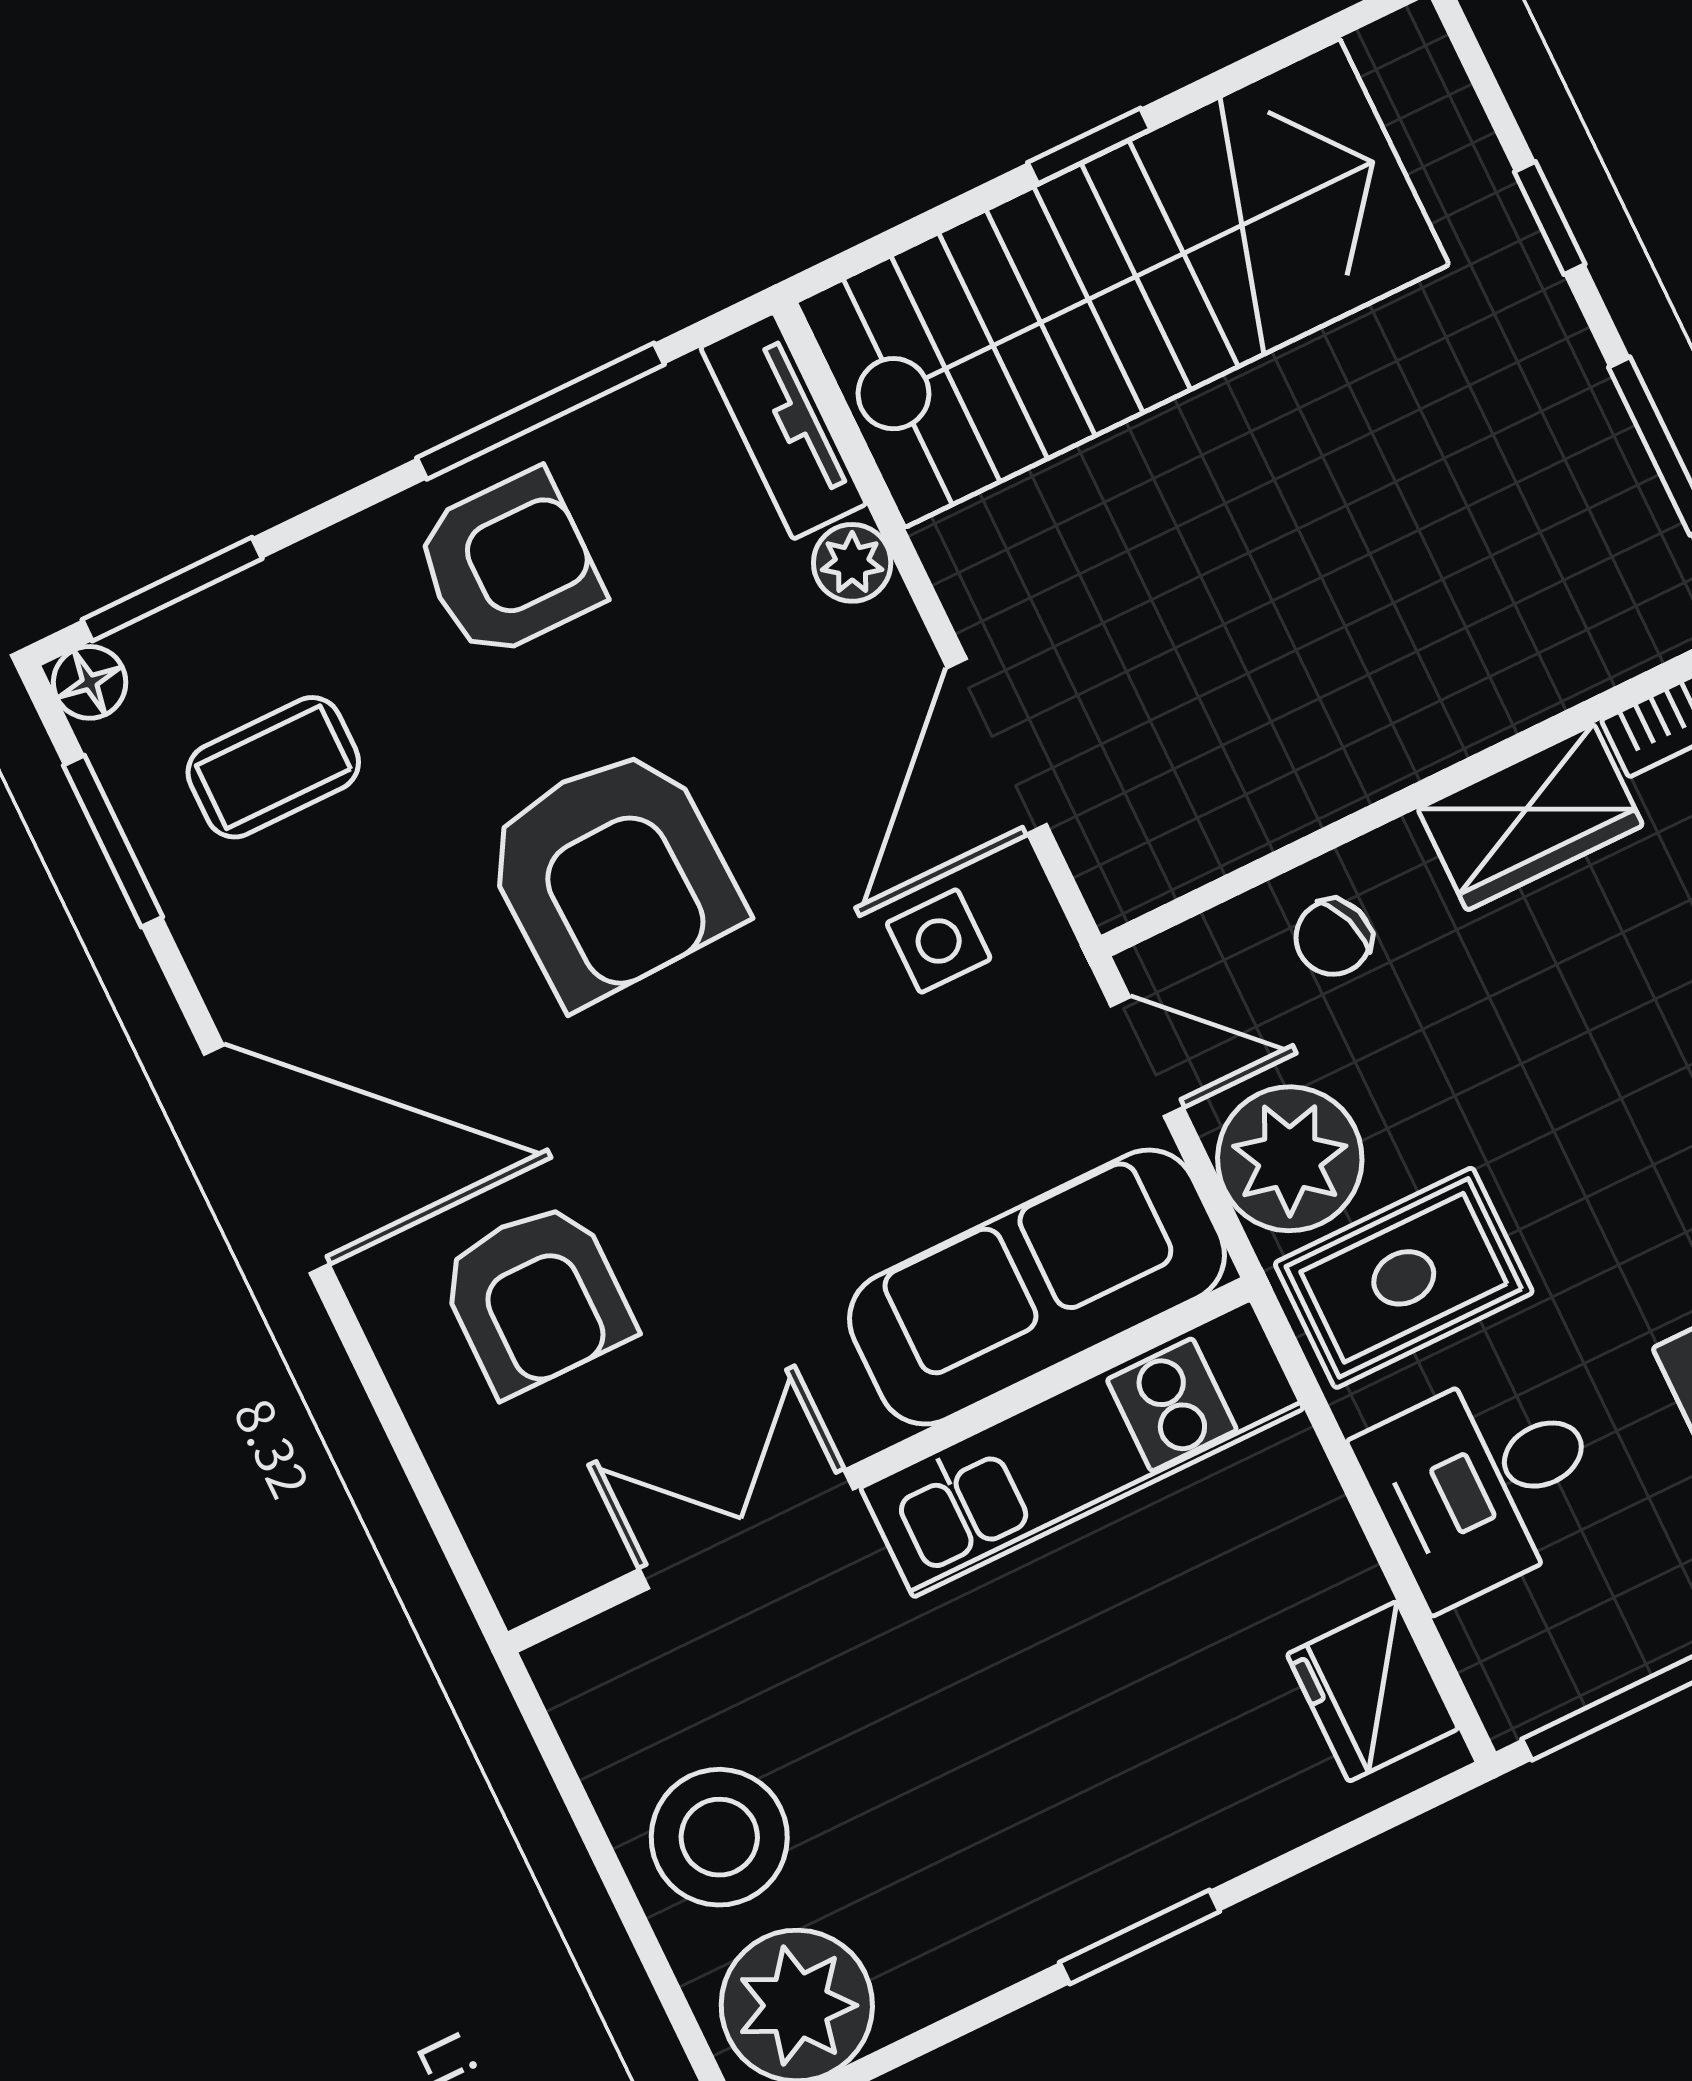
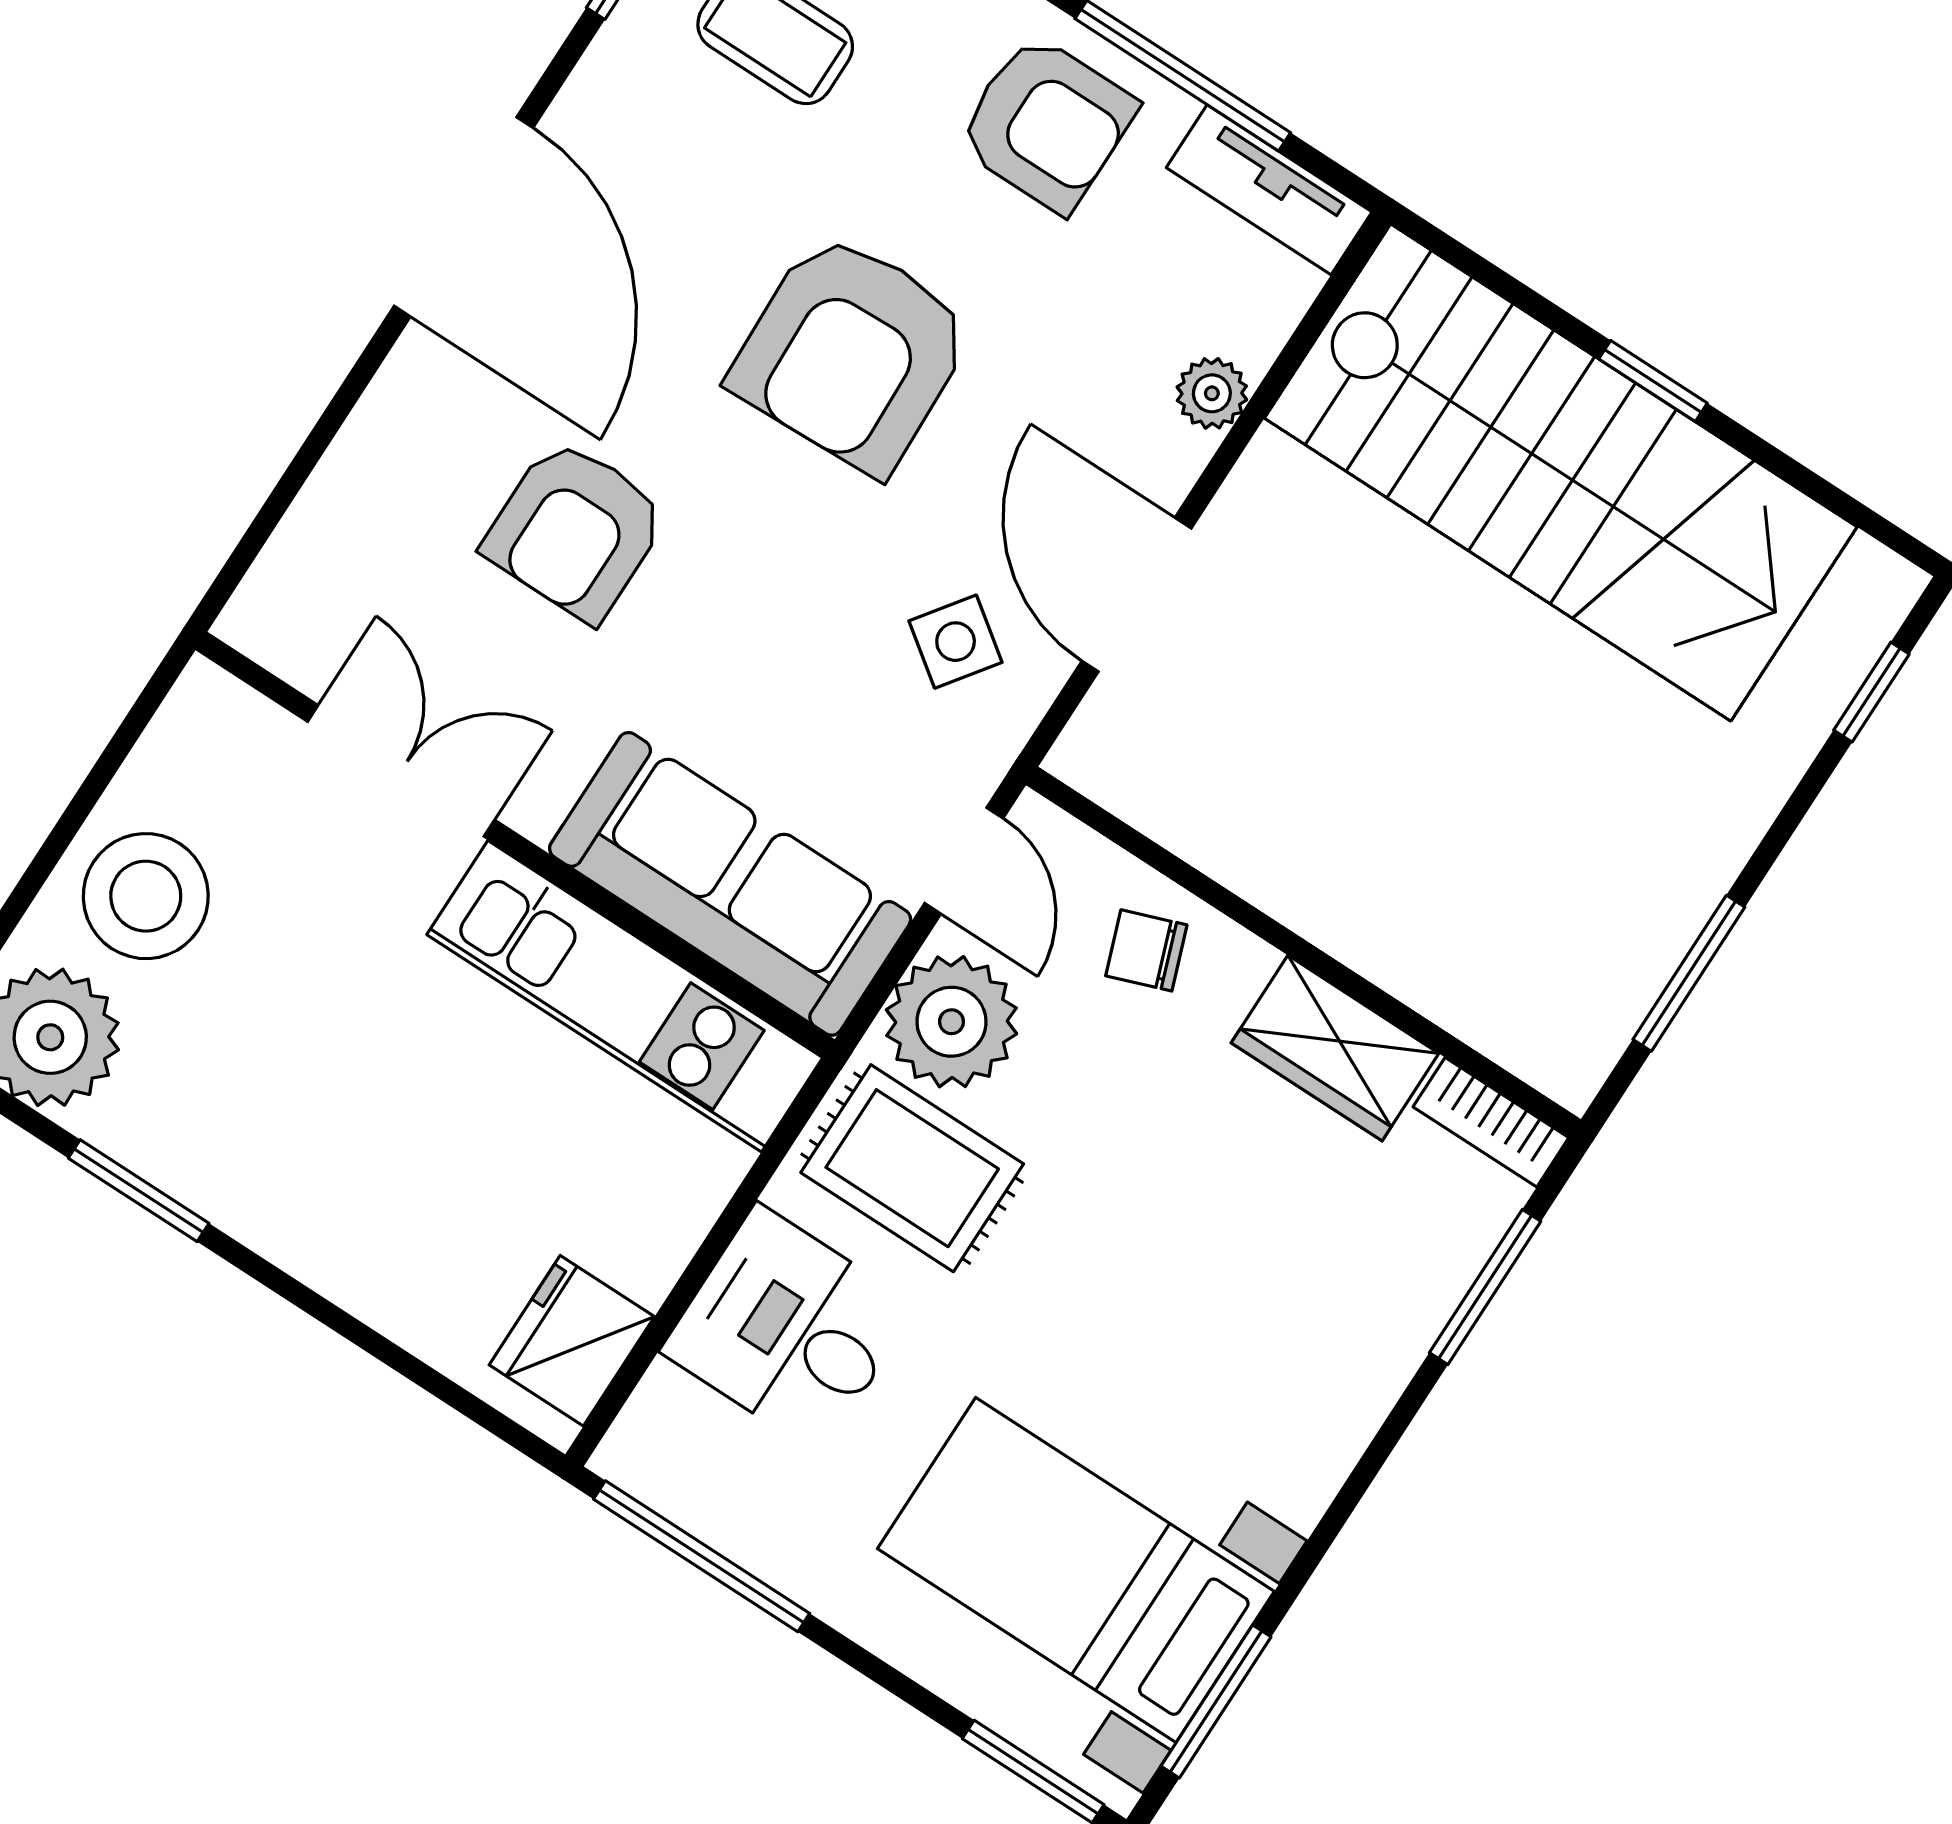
window: (1550, 218) -> (1871, 692), moved
tv unit: (783, 426) -> (1269, 190), moved, turned -90
door: (997, 746) -> (1137, 595), hinge flipped
side table: (939, 941) -> (956, 642), turned 36
armchair: (536, 1298) -> (575, 530), moved
window: (1140, 1937) -> (139, 1191), moved

